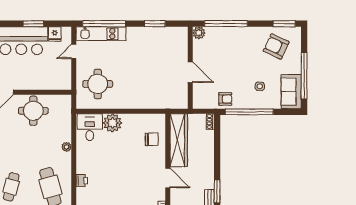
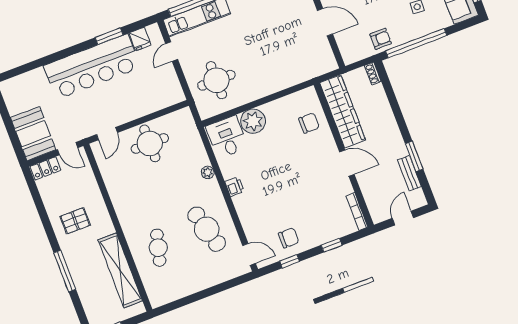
printer: (82, 181) -> (234, 187), moved

